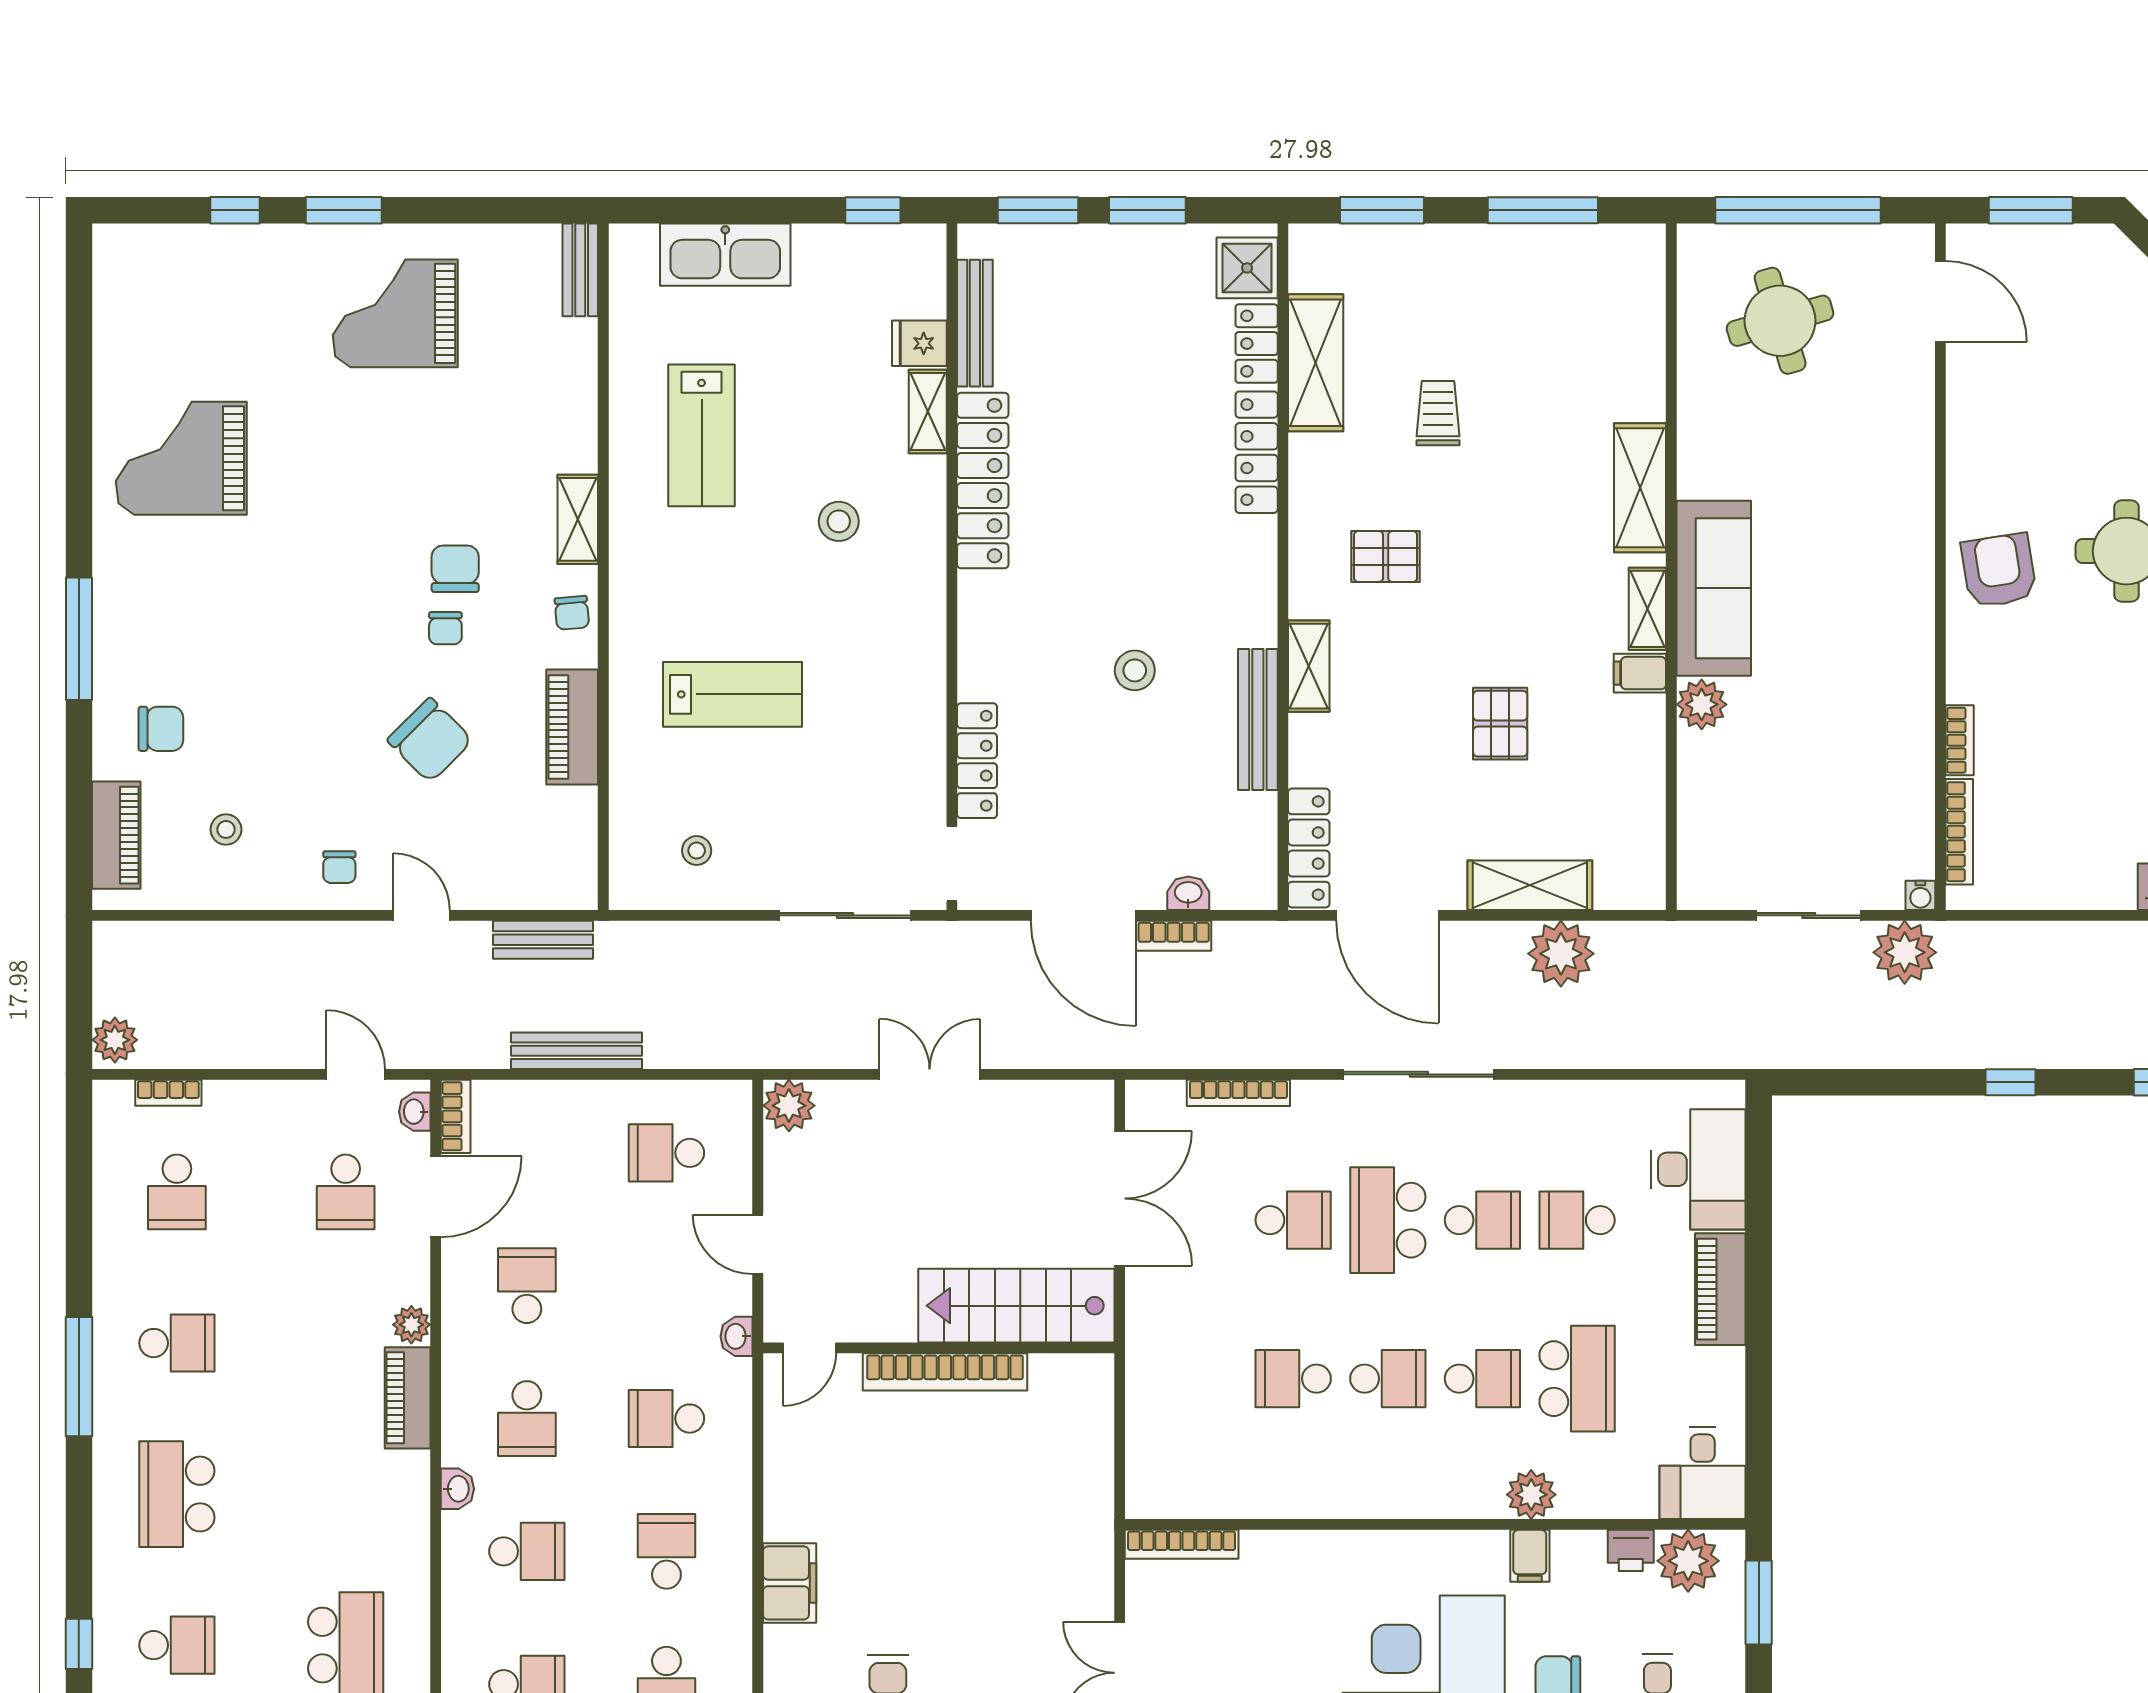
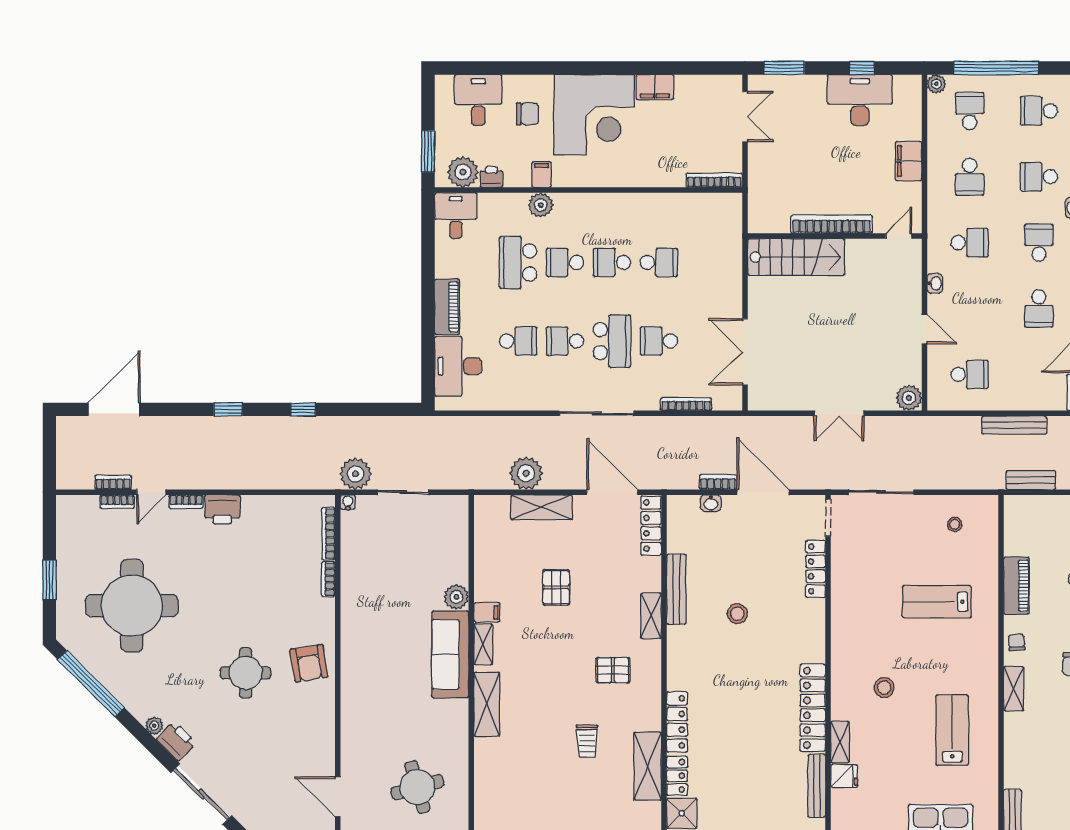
stairs: (1016, 1306) -> (796, 257), moved
door: (810, 1348) -> (899, 236), moved
wall: (939, 1348) -> (835, 236), moved
bookcase: (945, 1372) -> (832, 224), moved

